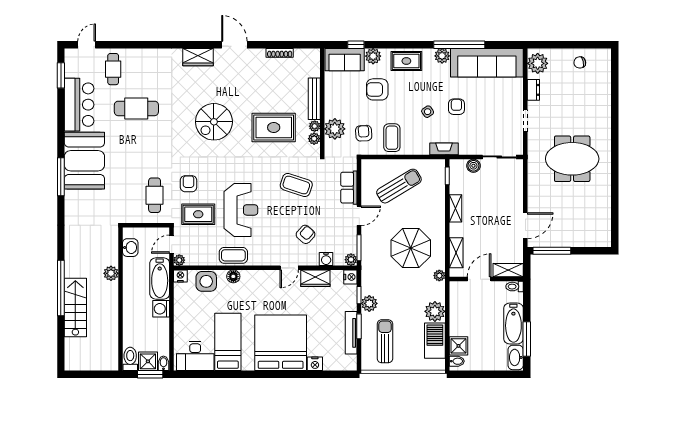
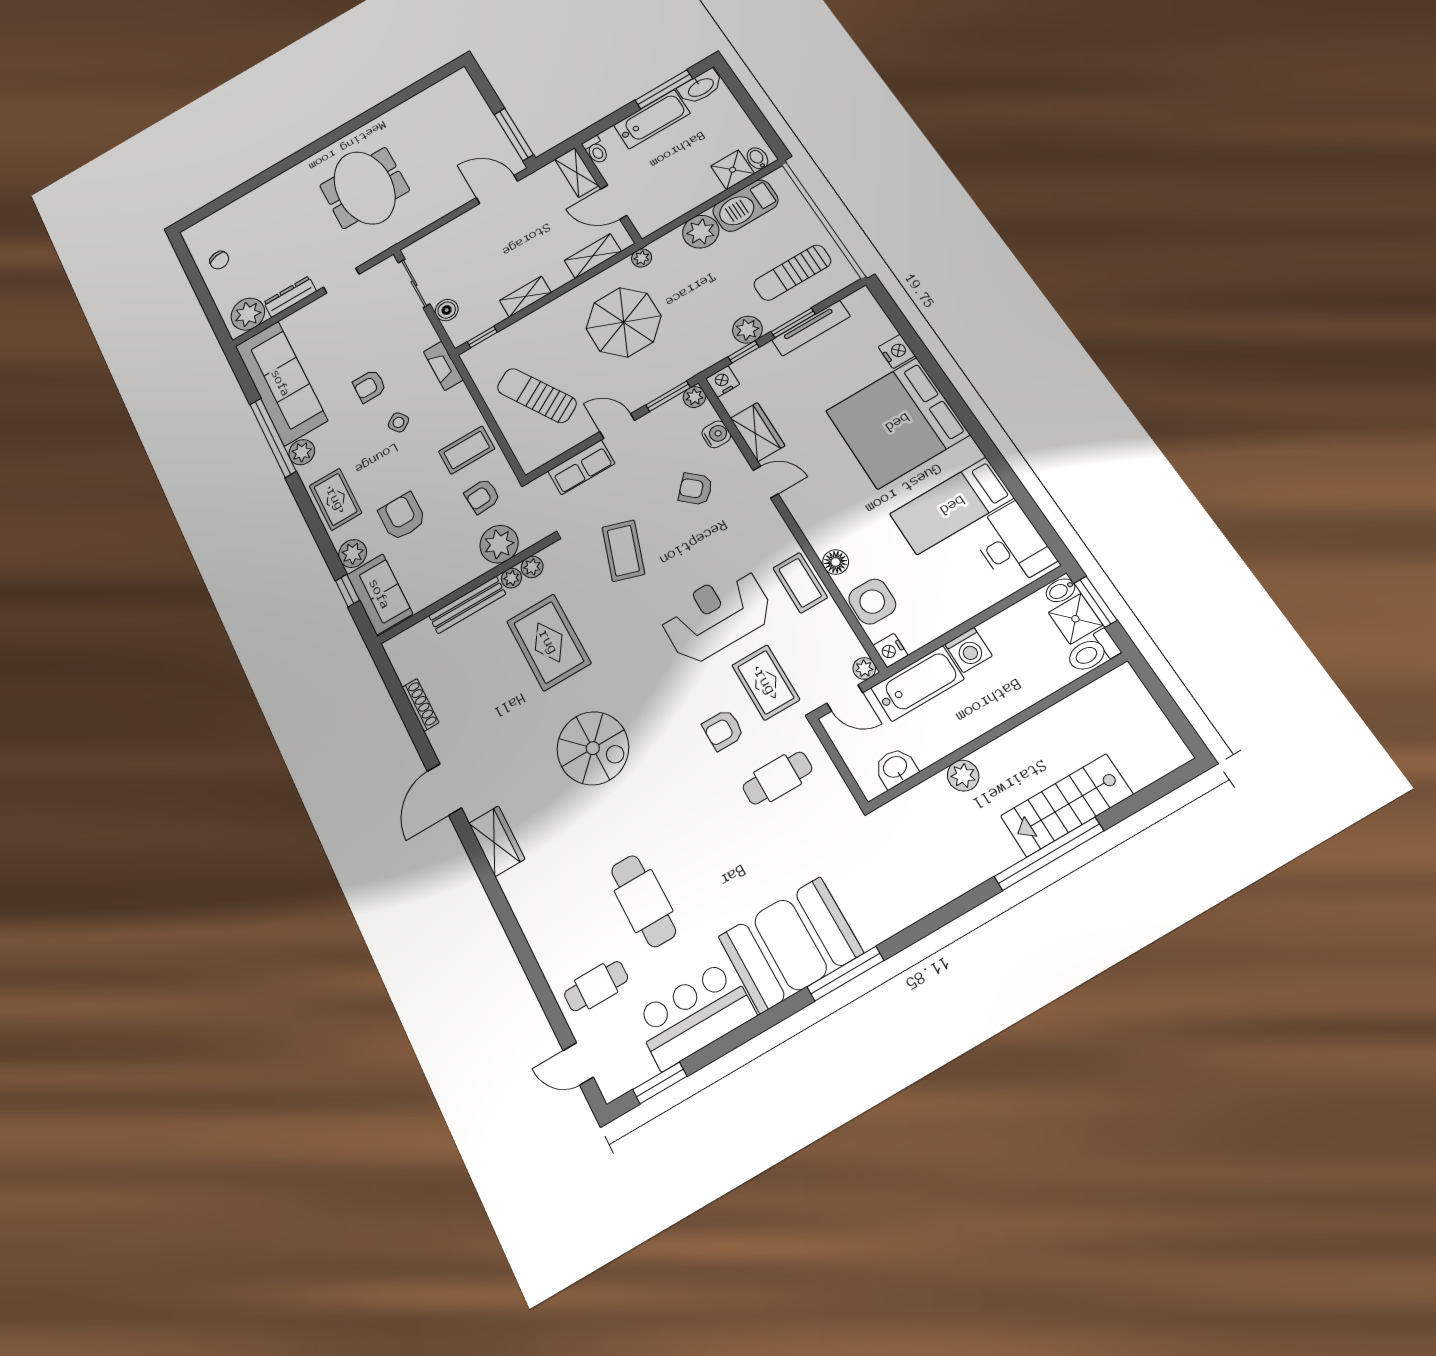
armchair: (377, 89) -> (402, 516), turned 180
dresser: (533, 90) -> (290, 297), width x1.44

